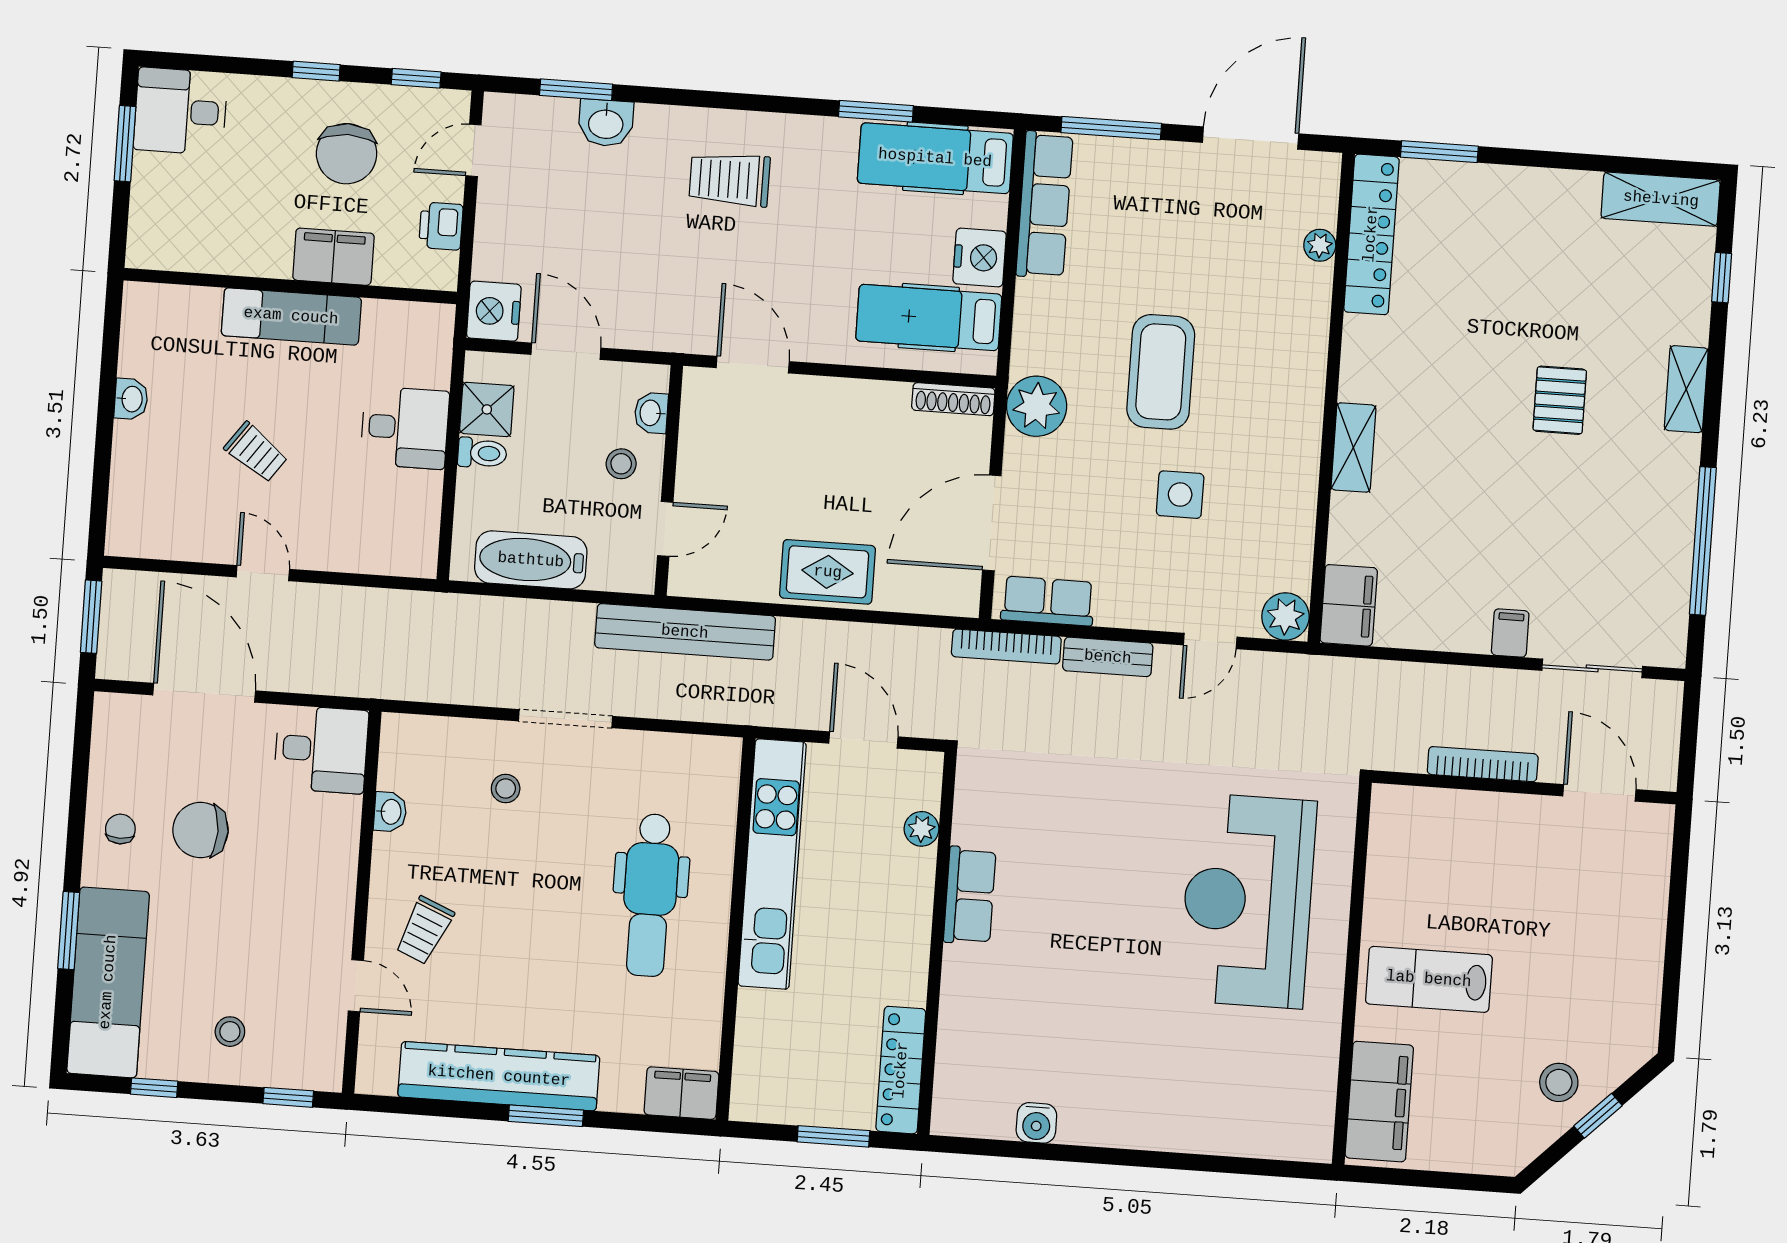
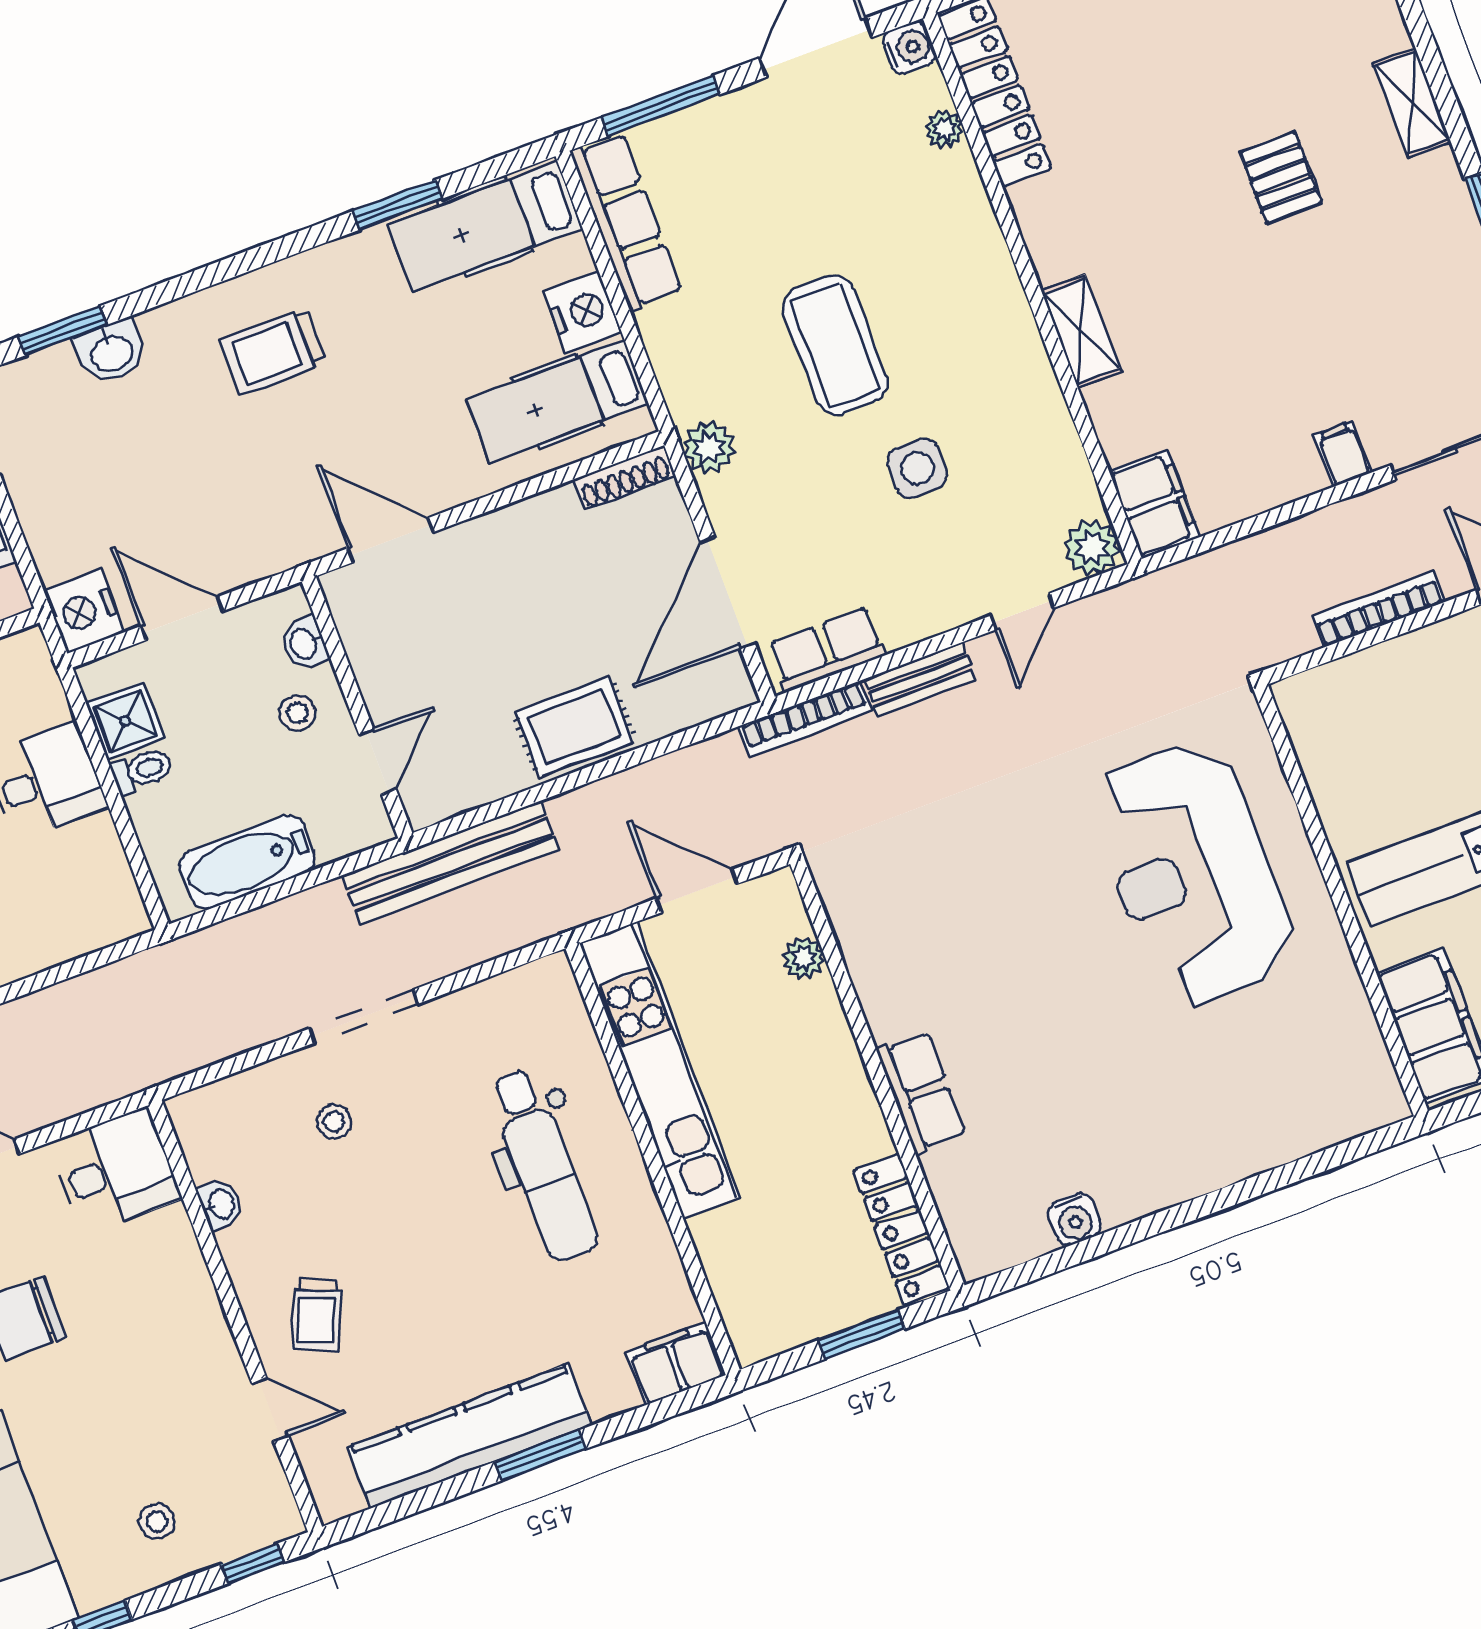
water cooler: (1322, 171) -> (909, 48), added
plant: (1037, 406) -> (709, 447), width x0.73, depth x0.73
row of seats: (970, 896) -> (921, 1092), moved

